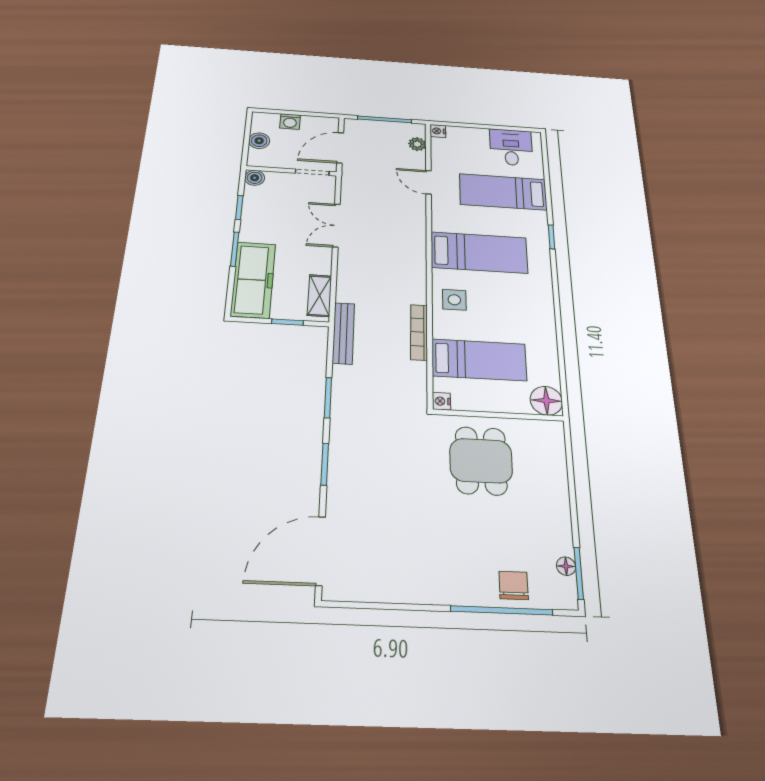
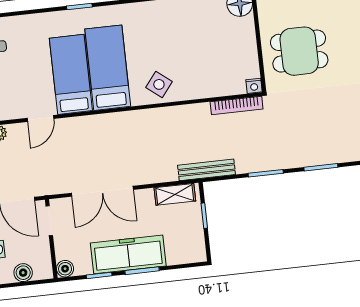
bed: (503, 192) -> (71, 74), moved, turned 180
double door: (336, 225) -> (102, 191), width x1.37
freezer: (253, 280) -> (128, 254), moved
side table: (454, 300) -> (159, 84), turned 38
bookcase: (419, 332) -> (237, 105), moved
bed: (479, 360) -> (212, 59), removed

